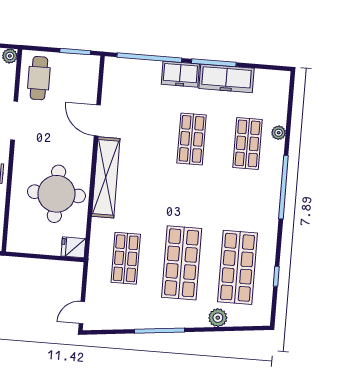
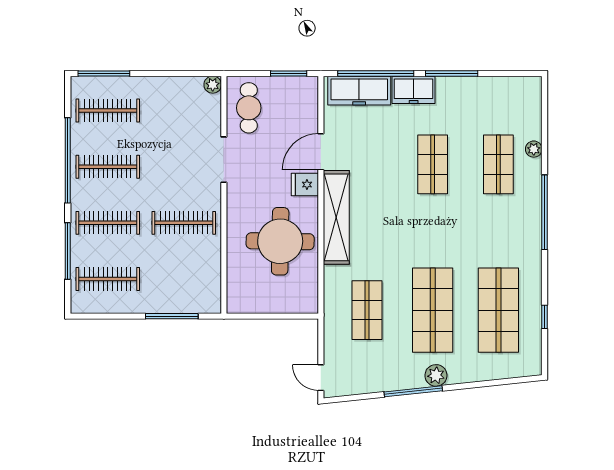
freezer: (226, 78) -> (359, 91), moved
door: (97, 120) -> (321, 152), hinge flipped
fridge: (73, 247) -> (305, 185), moved
door: (82, 313) -> (321, 378), hinge flipped
plant: (218, 318) -> (436, 375), moved

